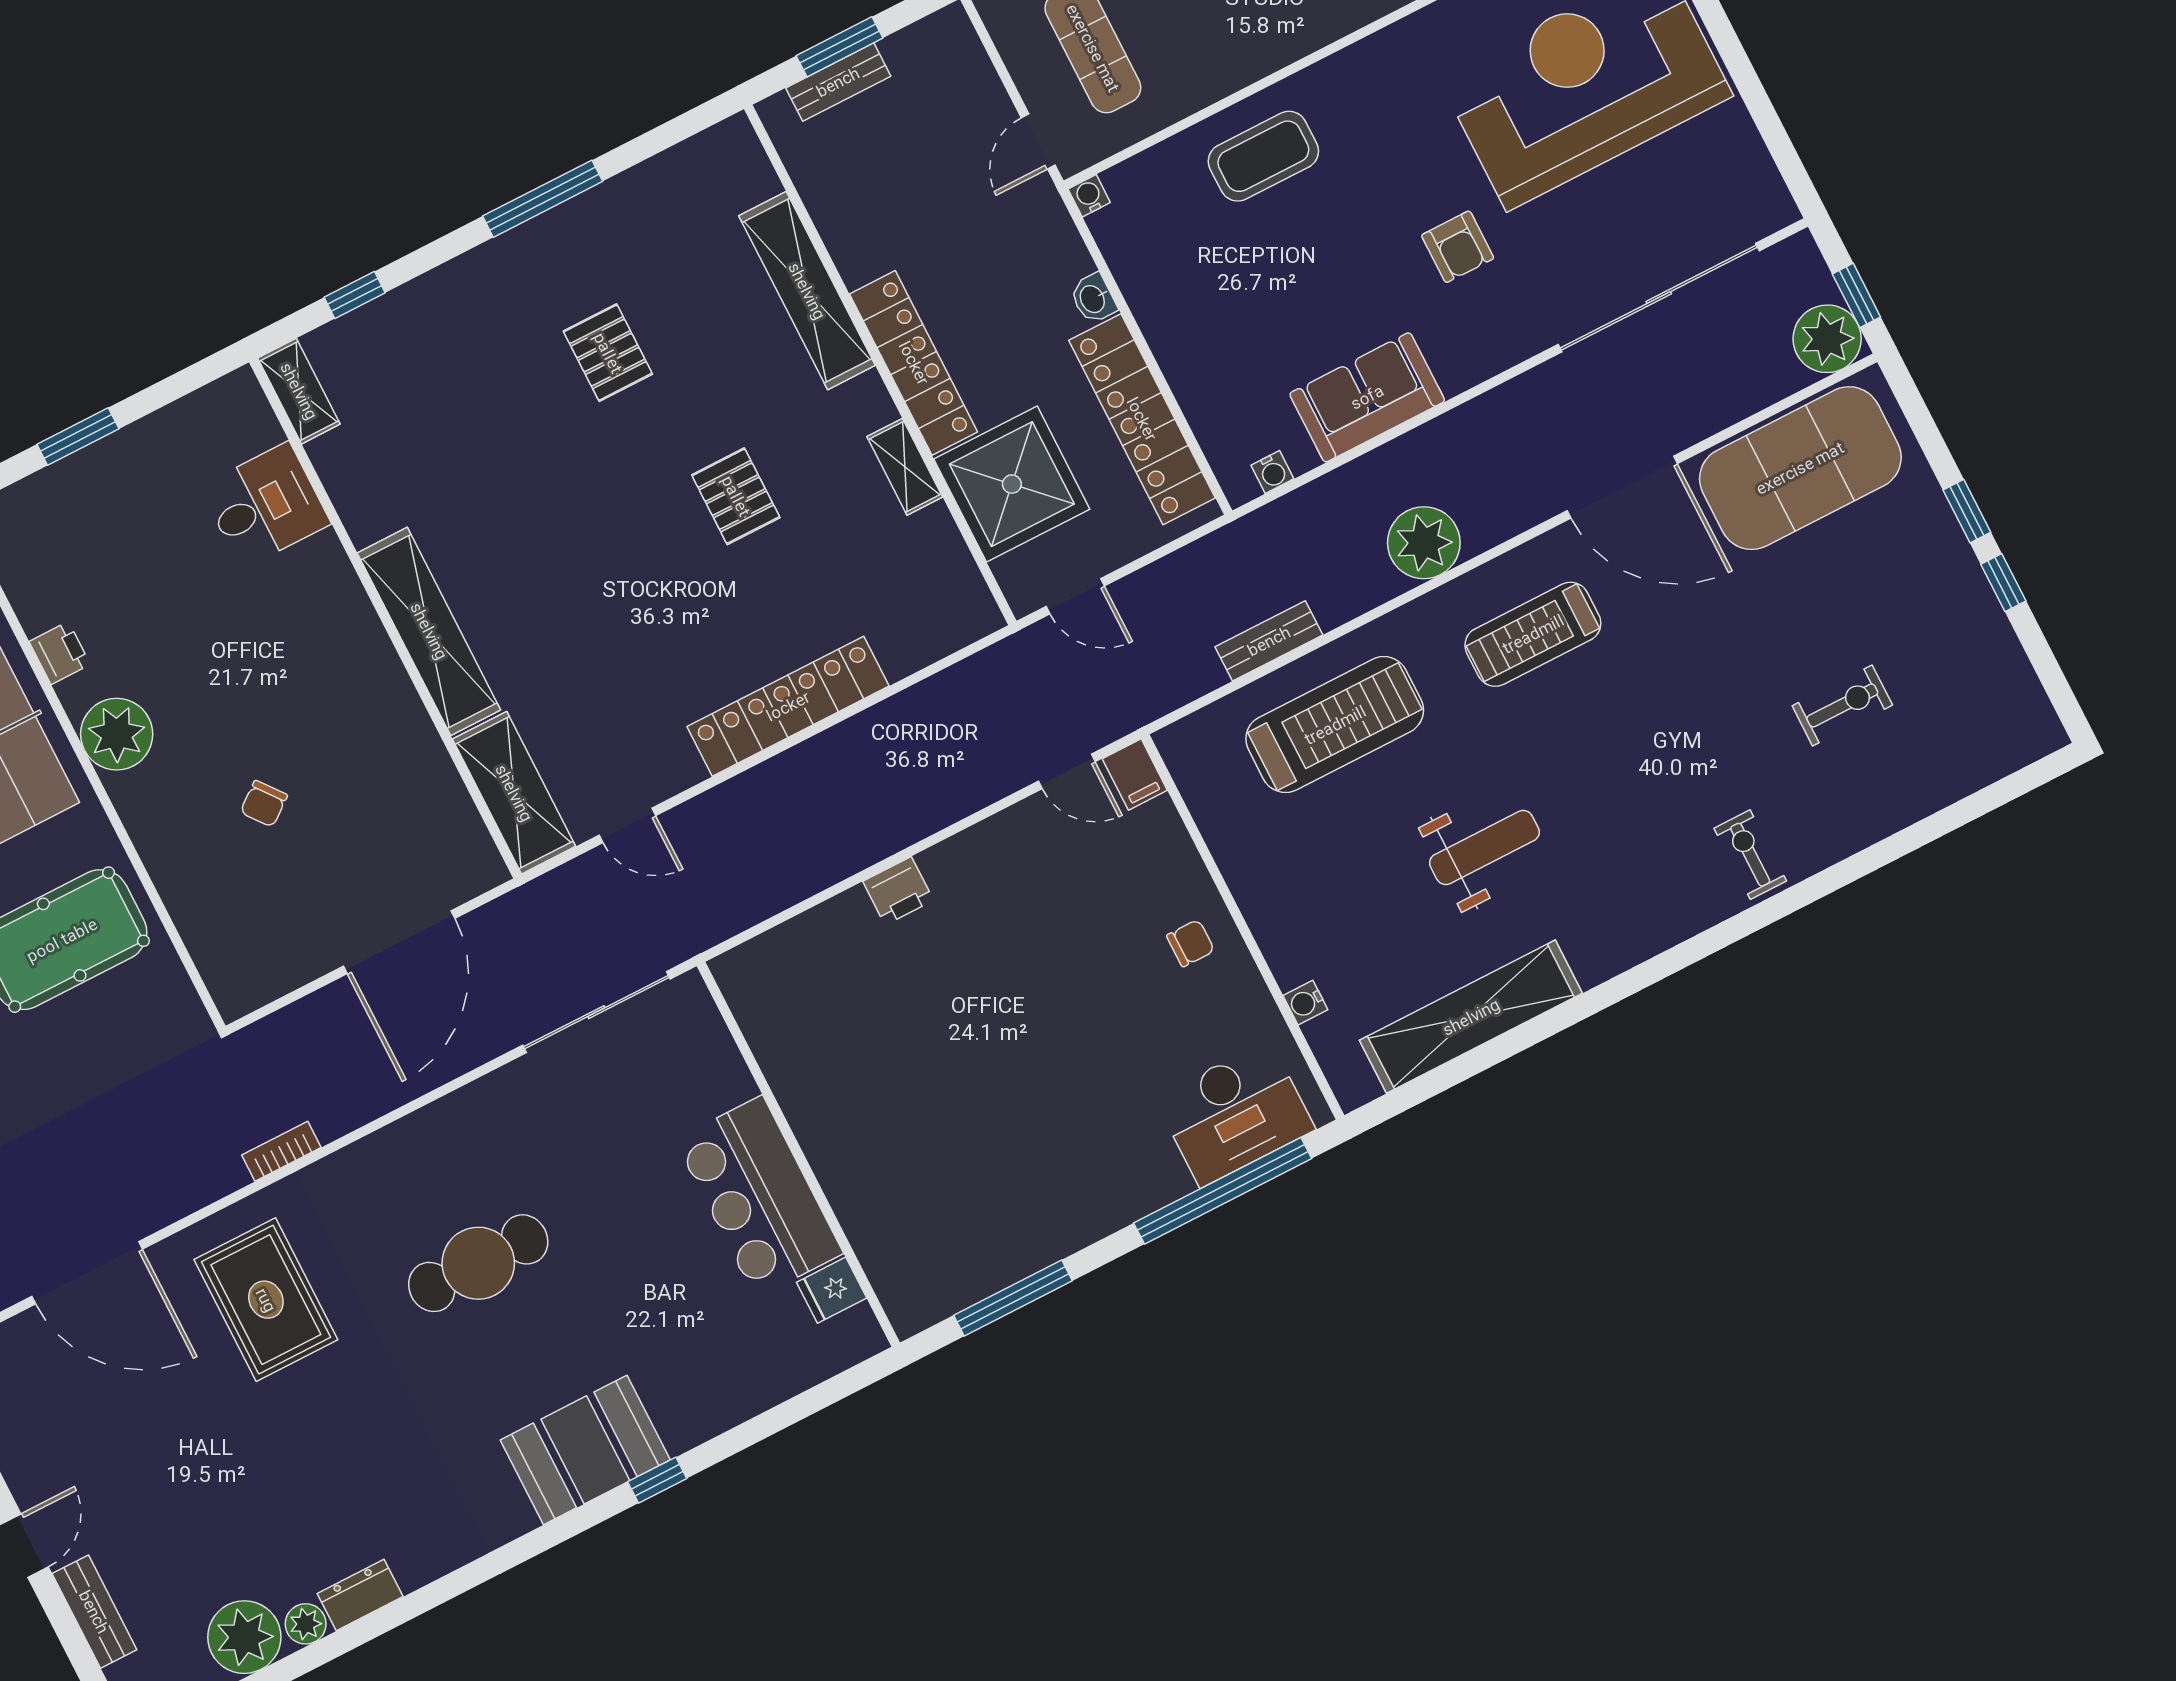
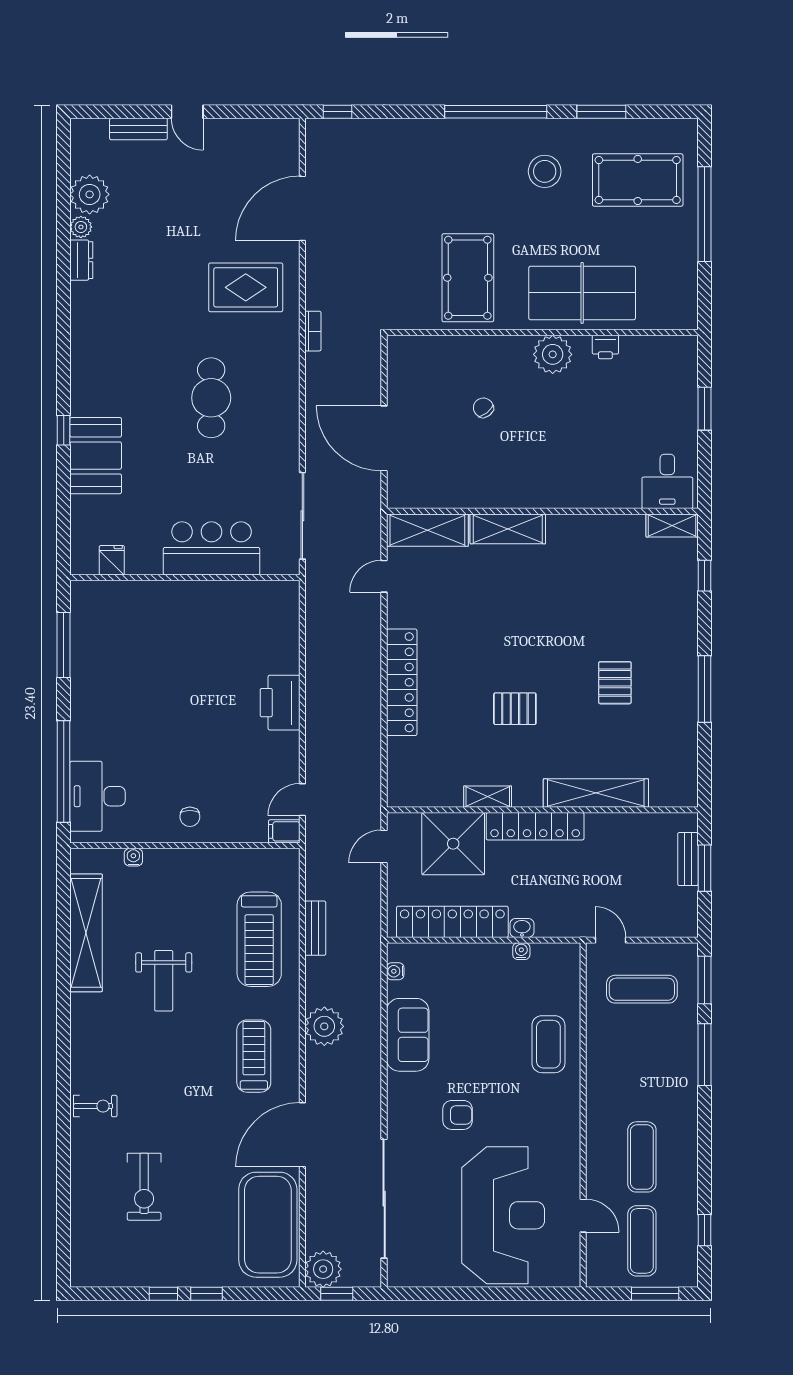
water cooler: (1089, 196) -> (521, 951), moved, turned -90
armchair: (1458, 247) -> (458, 1115), turned 180
pallet: (608, 353) -> (615, 683), turned 90
desk: (265, 505) -> (667, 481), moved
shelving: (429, 631) -> (508, 529), width x0.68
exercise bike: (1842, 705) -> (144, 1187), width x1.38, depth x1.39
printer: (898, 891) -> (280, 703), width x1.87, depth x1.48
bar counter: (759, 1197) -> (212, 548), moved
booth: (585, 1450) -> (96, 456), moved

